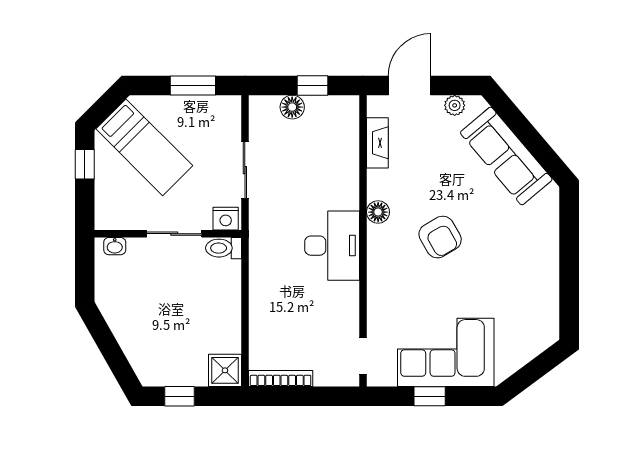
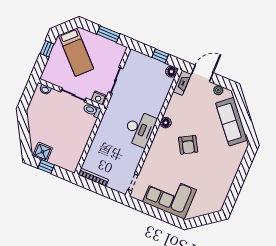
floor lamp: (292, 107) -> (171, 72), moved
fireplace: (377, 143) -> (182, 83), moved
shower: (225, 370) -> (43, 152), moved
window: (430, 396) -> (155, 212), removed

